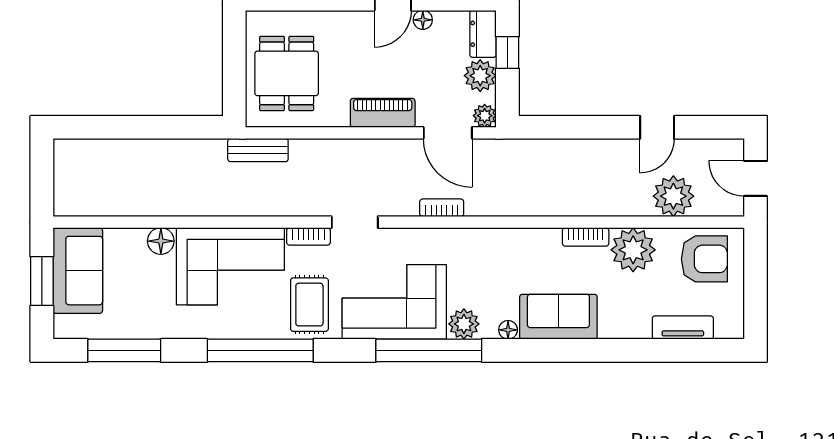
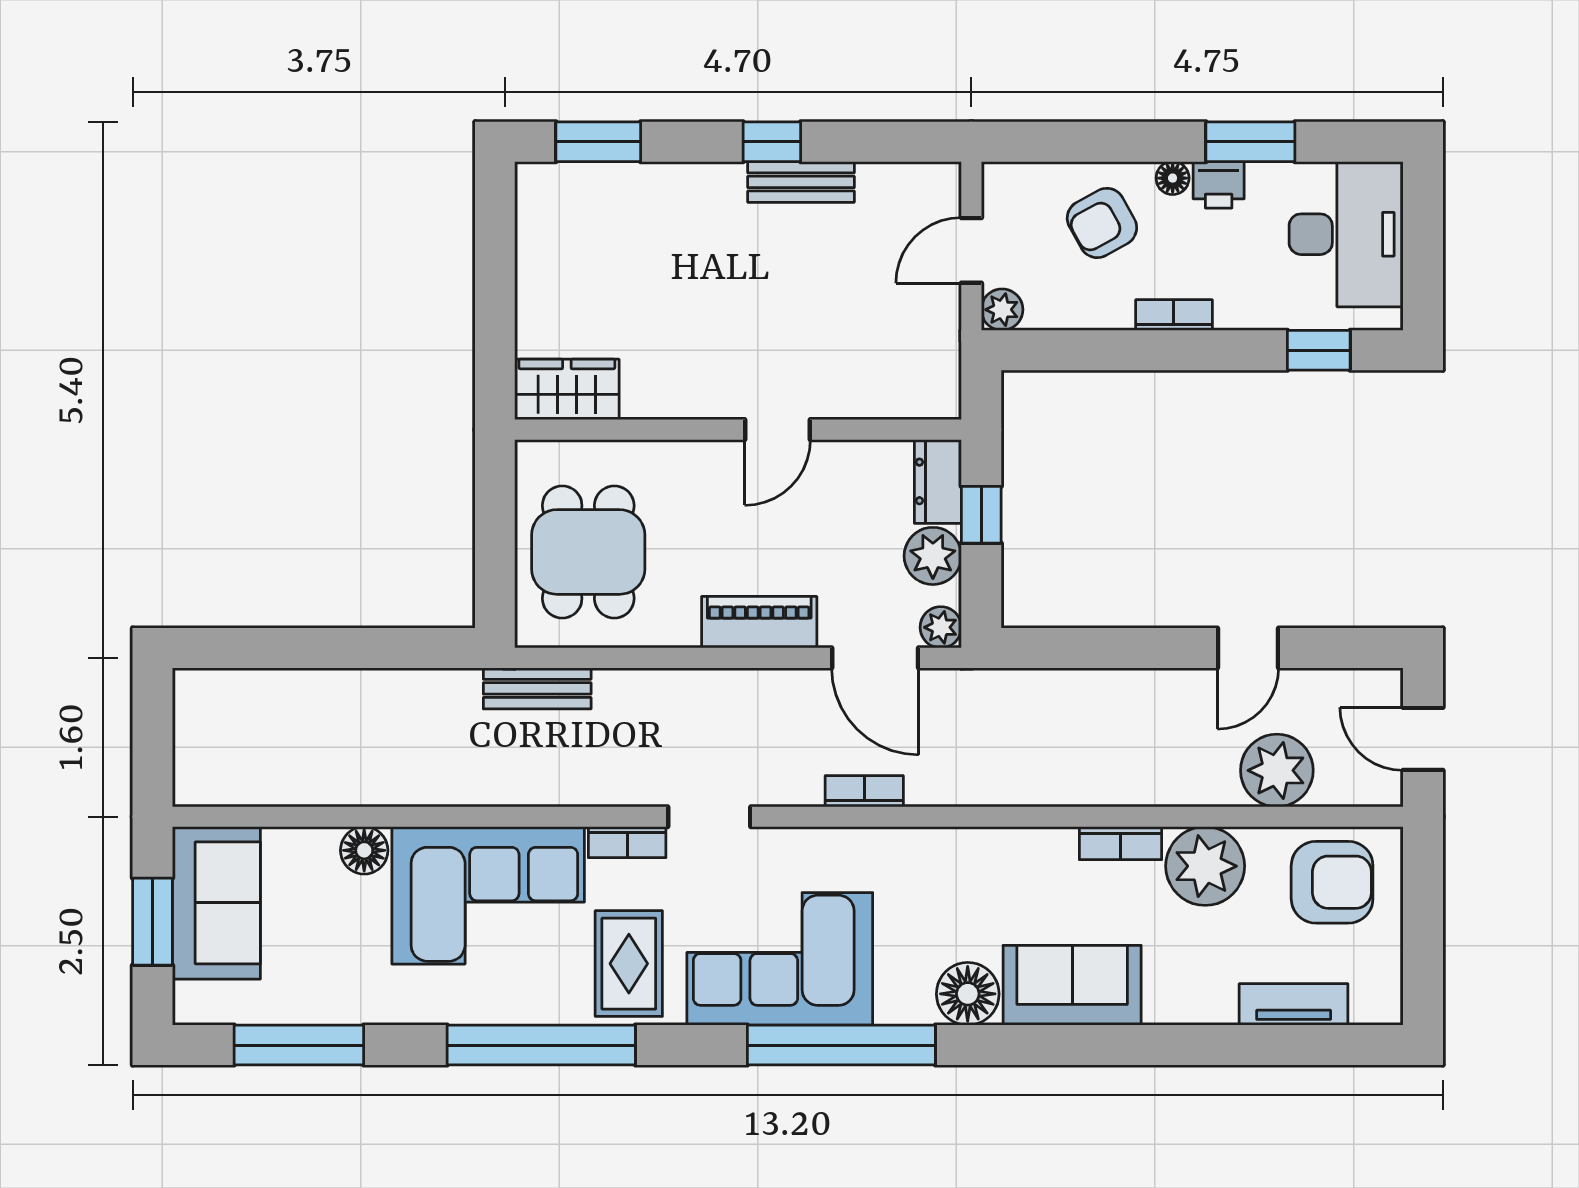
floor lamp: (423, 20) -> (831, 457), removed
plant: (464, 324) -> (904, 998), removed
floor lamp: (508, 330) -> (968, 994), width x1.89, depth x1.89

